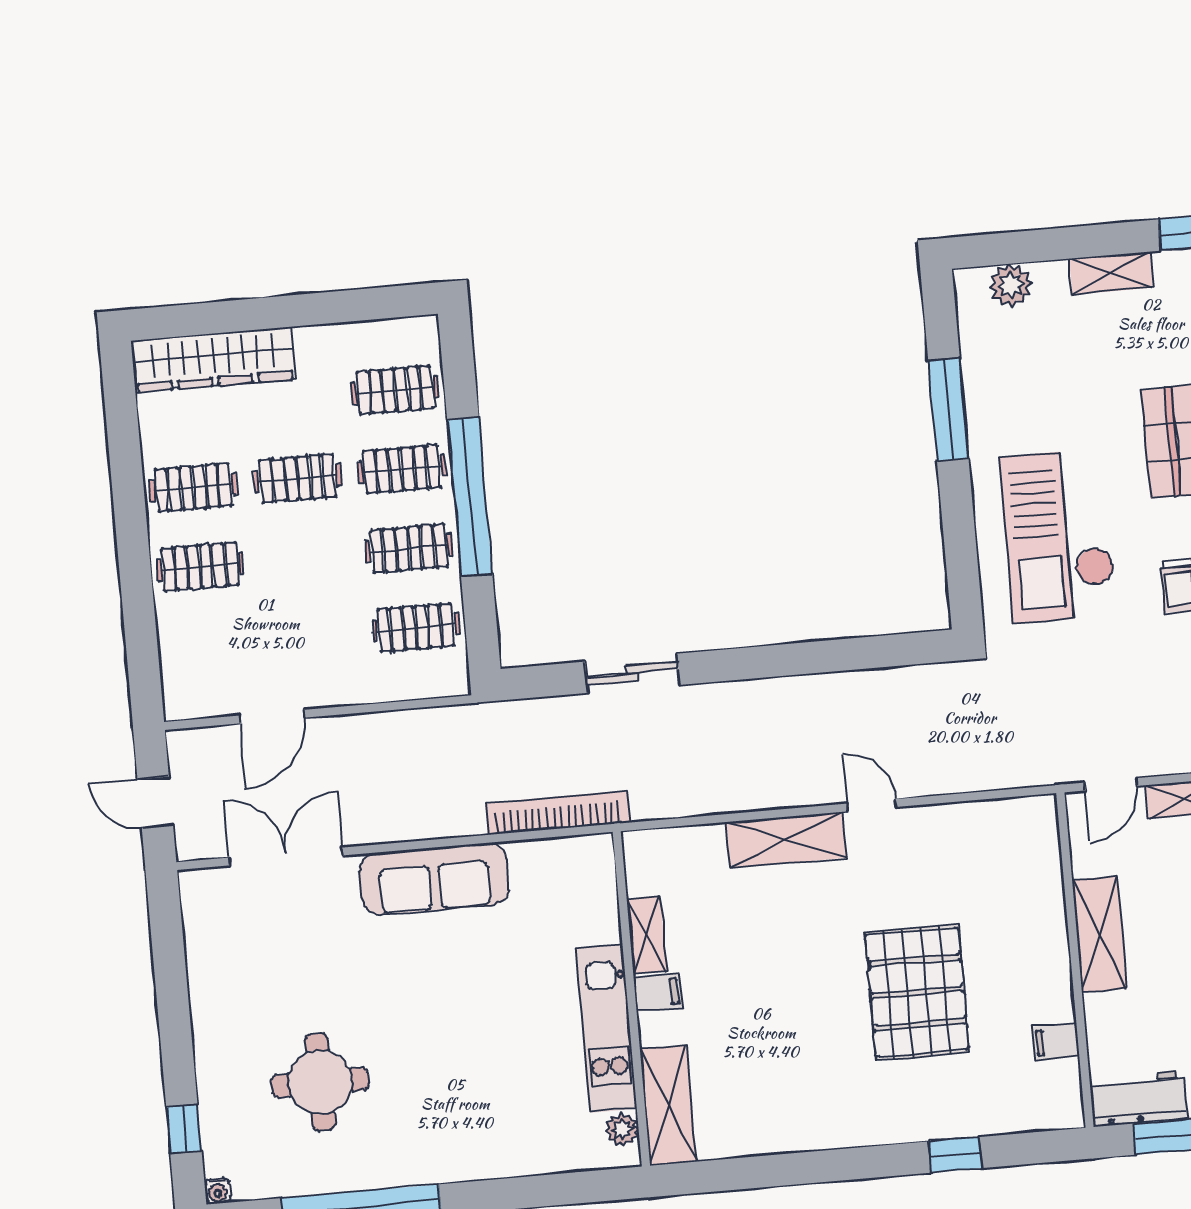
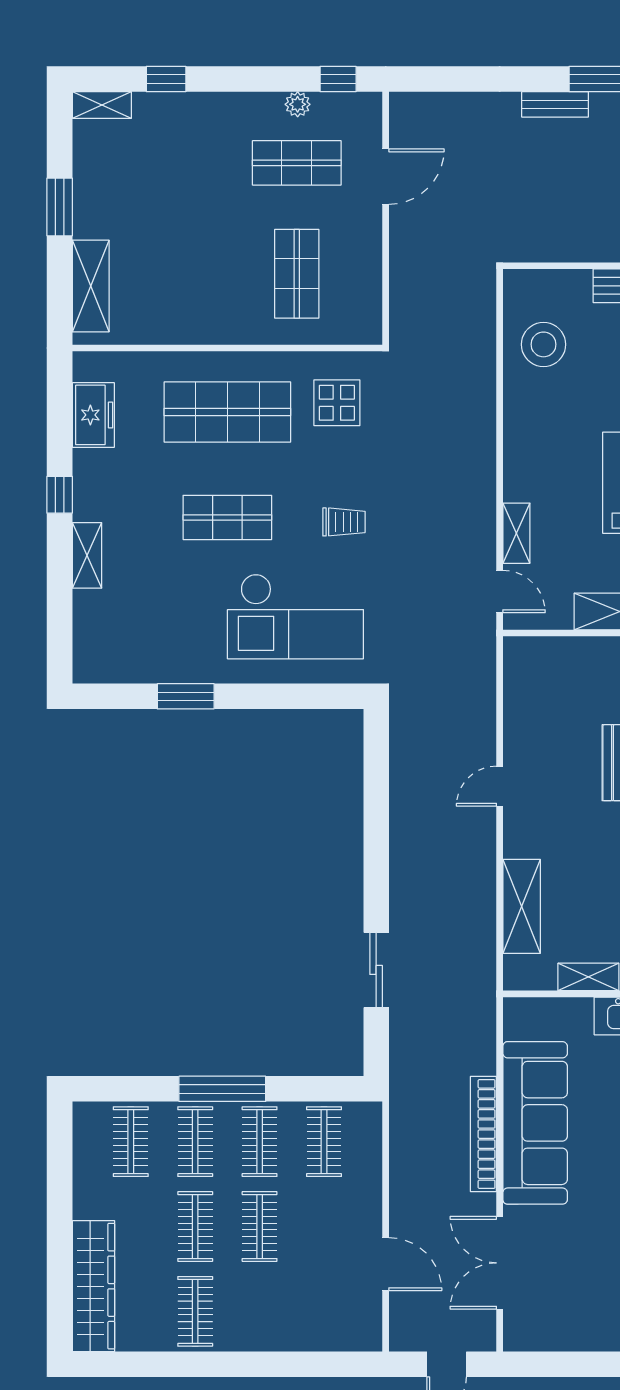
plant: (1011, 285) -> (89, 637), removed
window: (948, 410) -> (186, 696), width x0.69
window: (470, 497) -> (222, 1089), width x0.68
clothes rail: (200, 567) -> (260, 1227), moved
bookcase: (558, 813) -> (483, 1134), moved
shelving: (786, 840) -> (522, 906), moved
sofa: (434, 879) -> (535, 1123), width x1.36, depth x1.27

